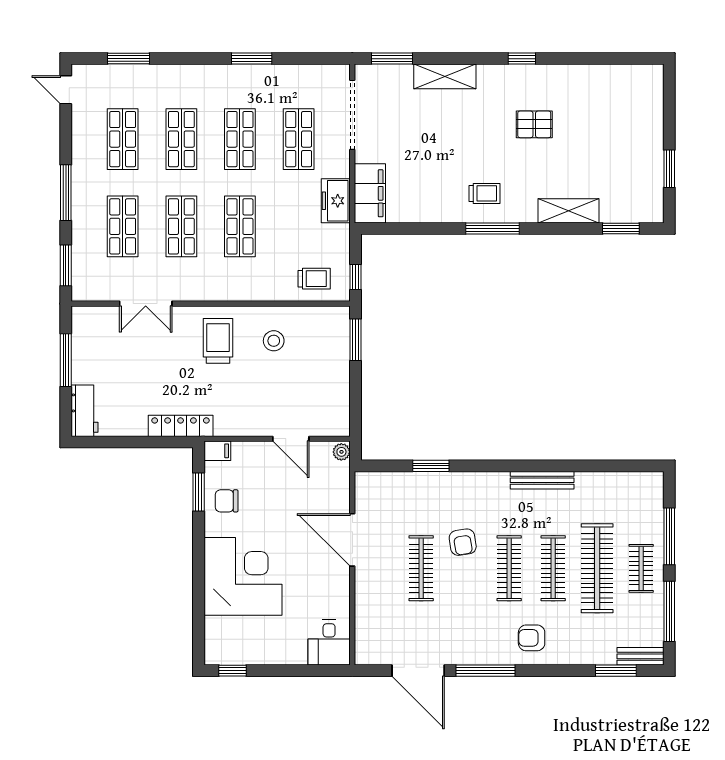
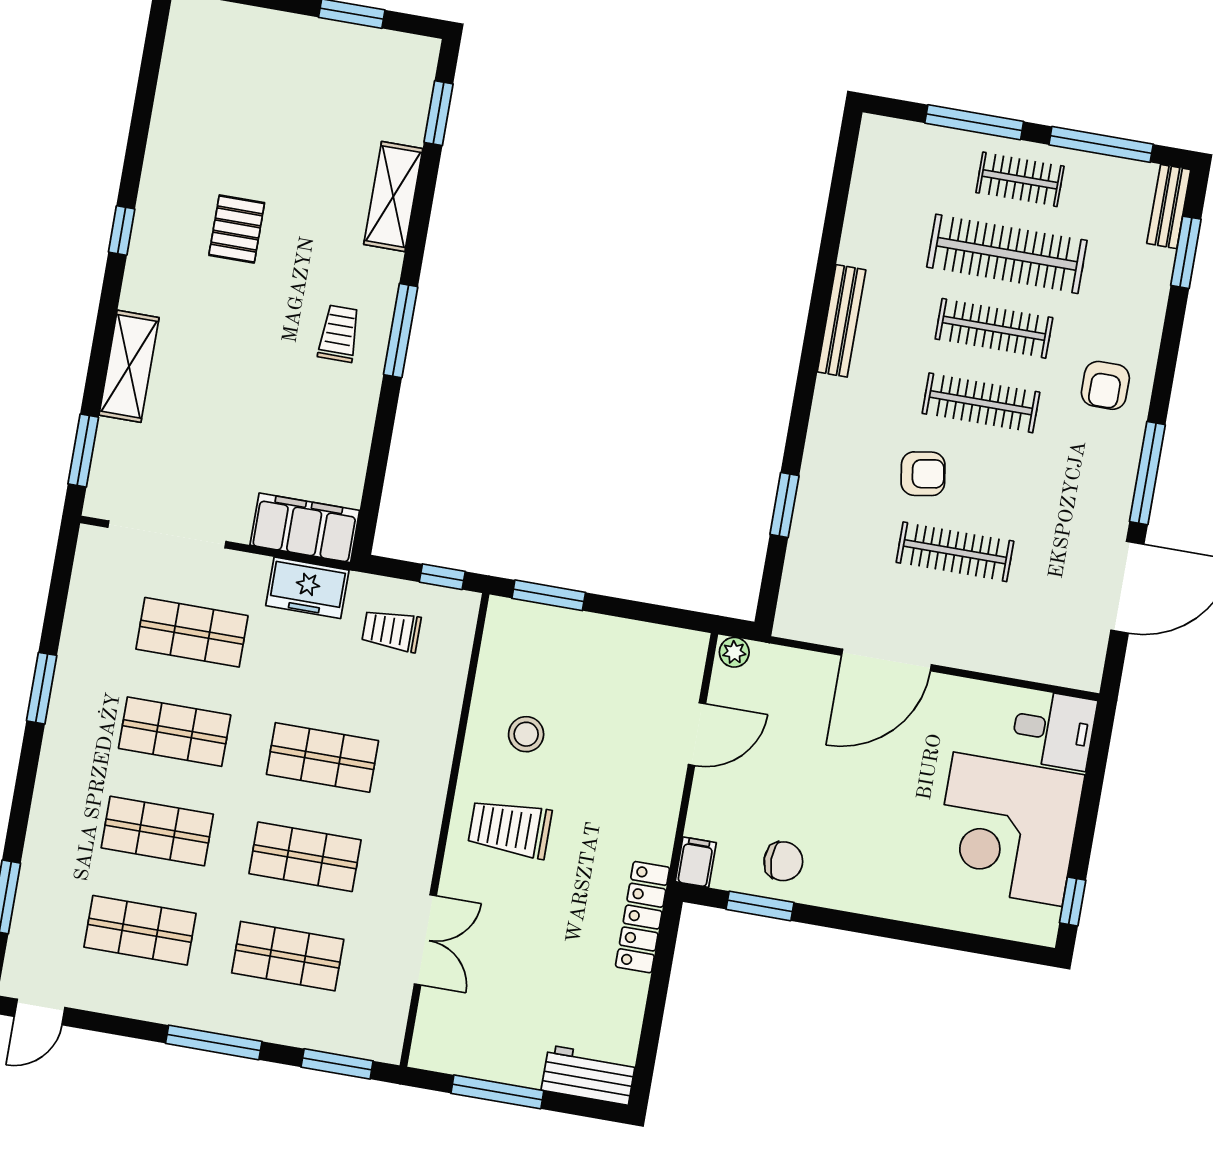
trolley: (314, 279) -> (391, 631), moved, turned -90
chair: (227, 501) -> (783, 861), turned -90
corner desk: (243, 576) -> (1008, 829), moved, turned -90

